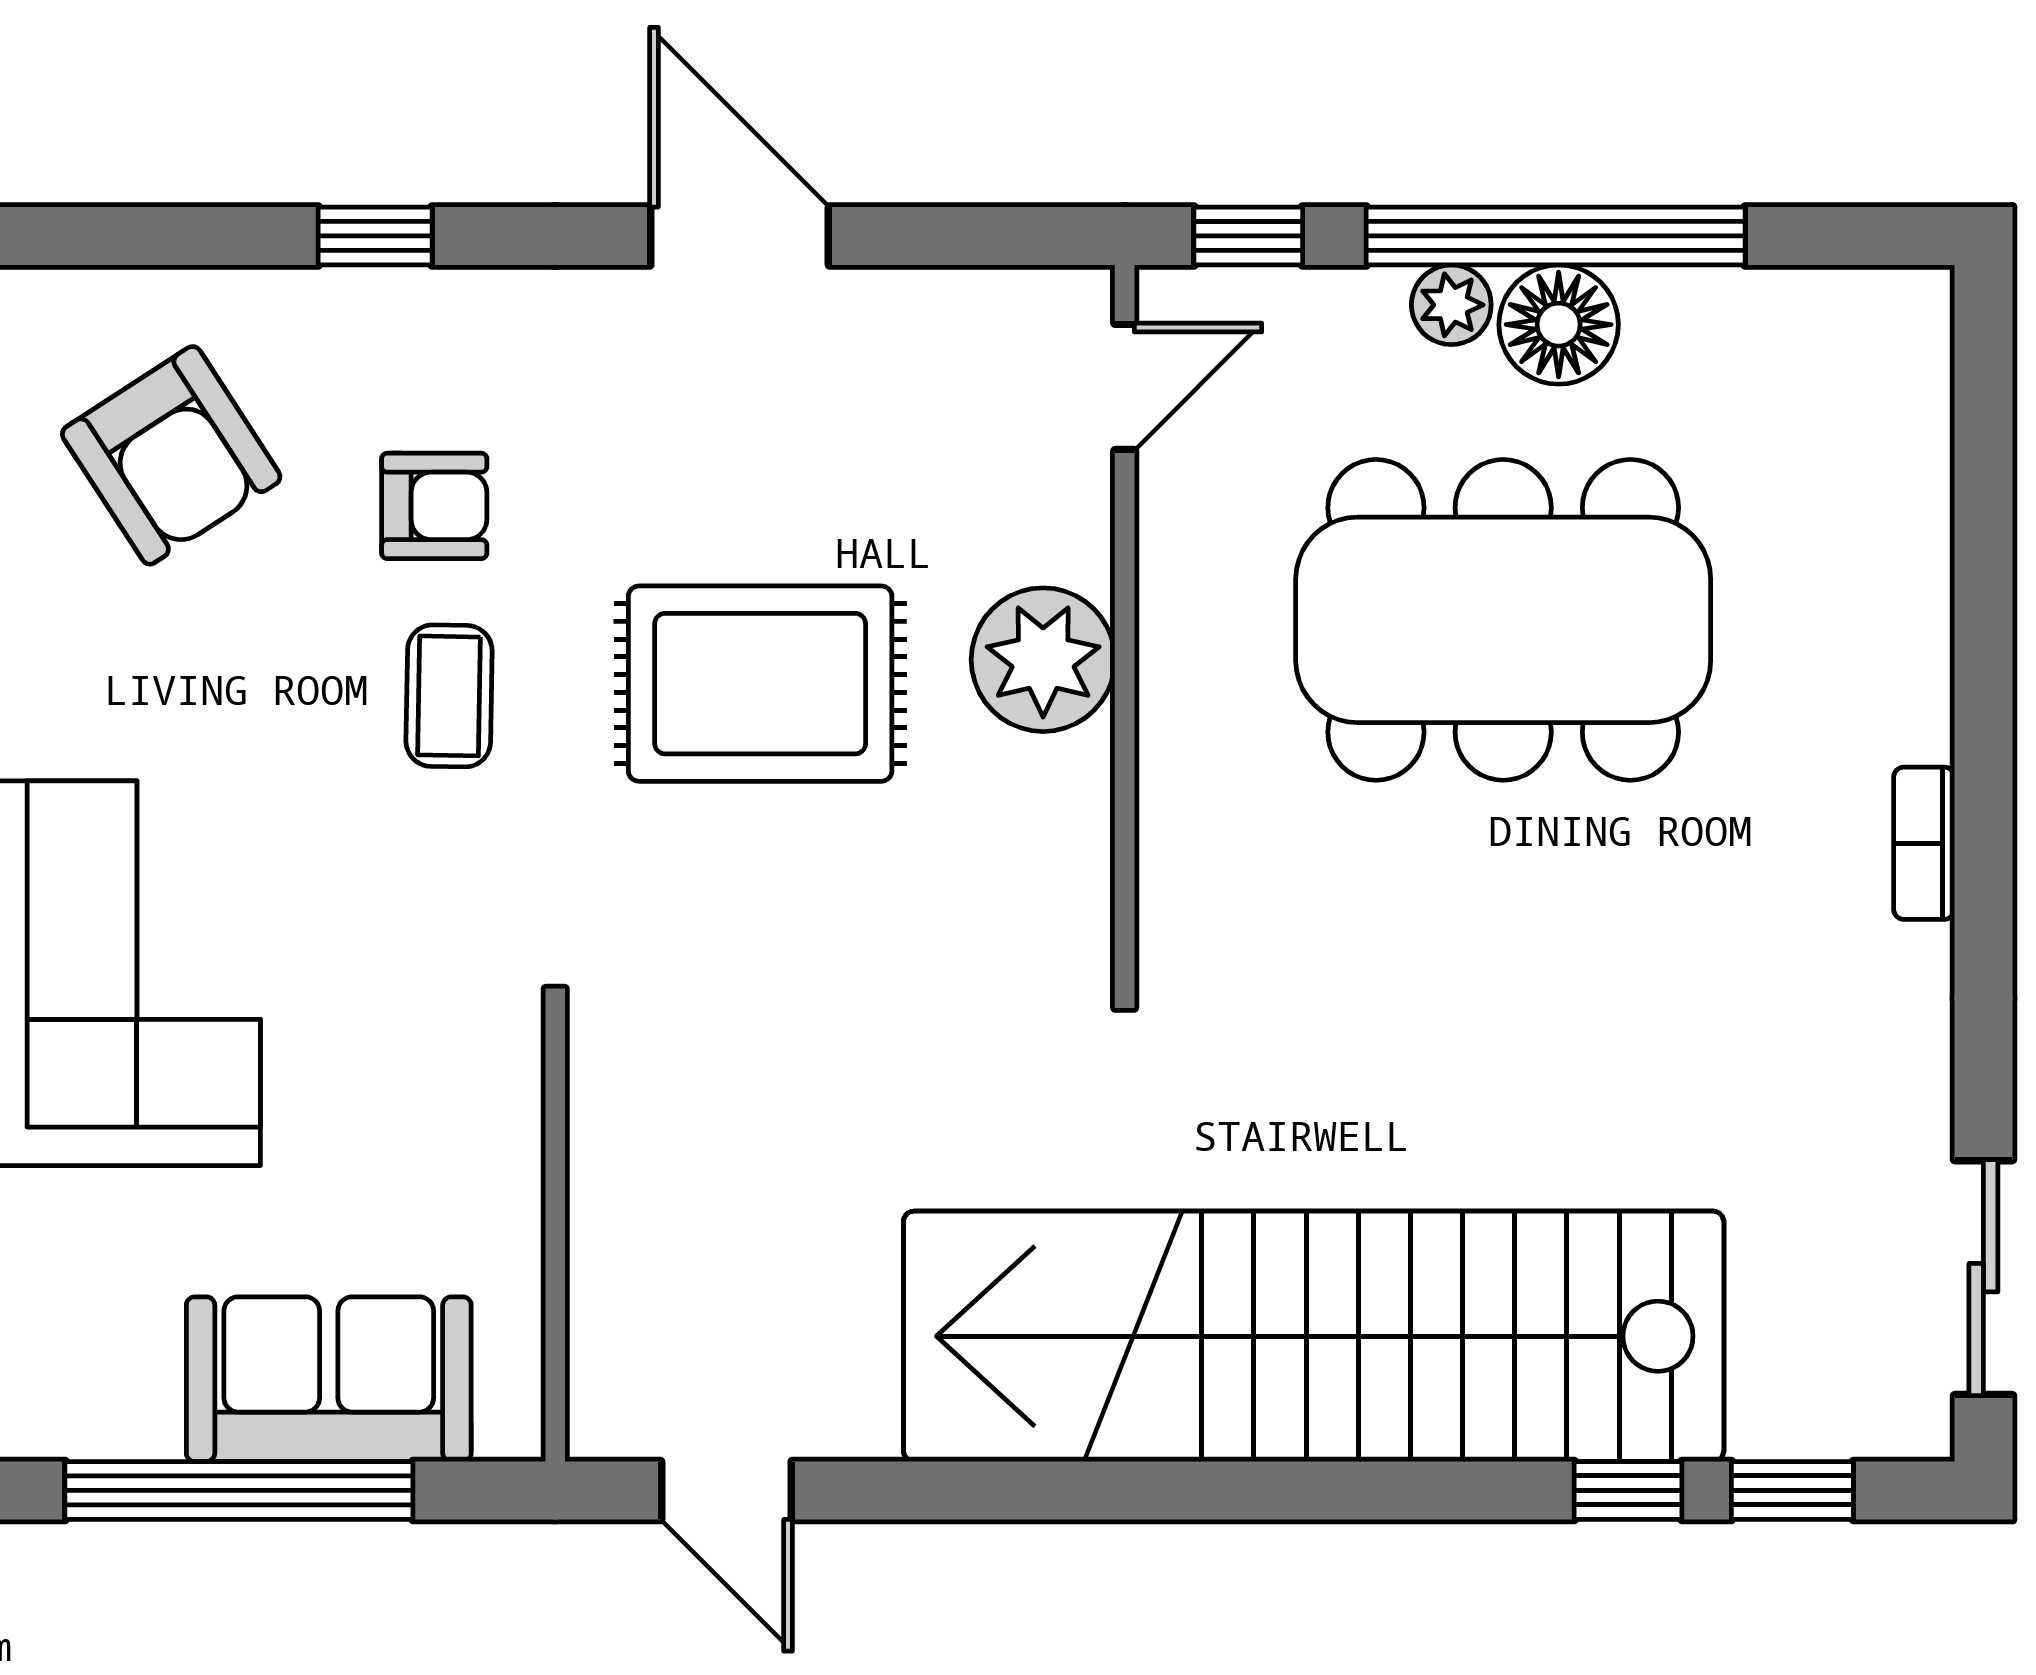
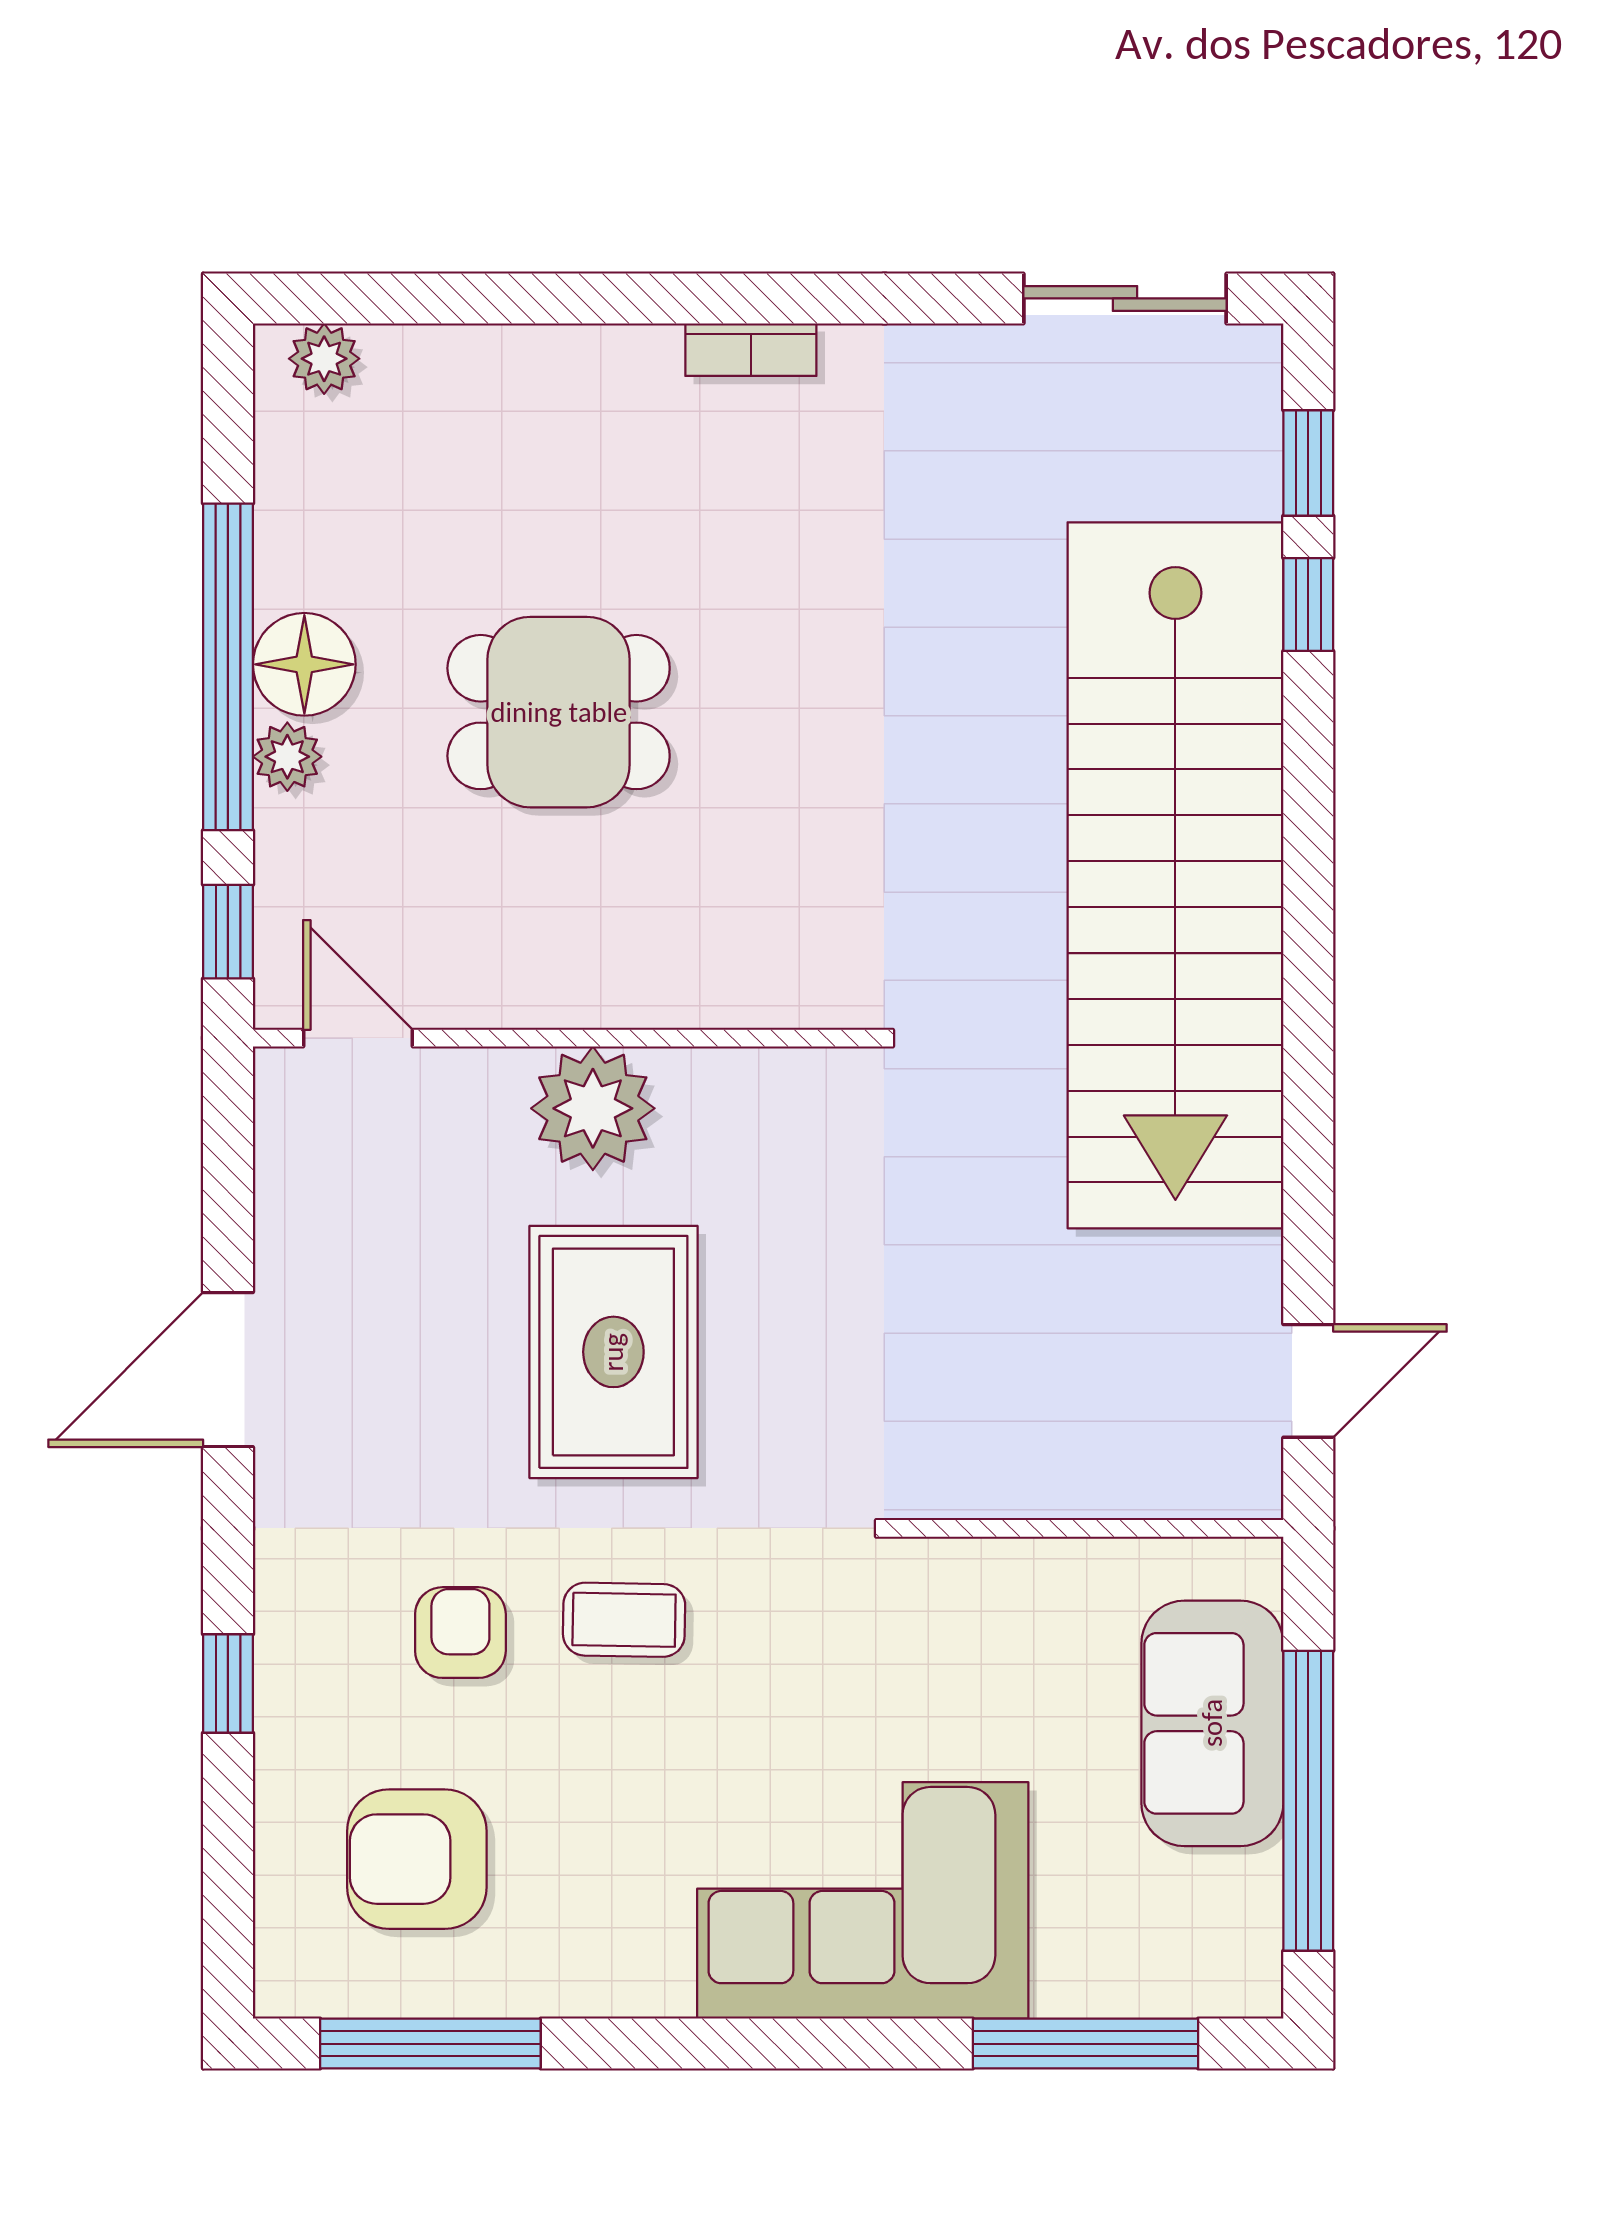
plant: (1914, 348) -> (324, 359), added
armchair: (171, 455) -> (417, 1859), turned -147
dining table: (1503, 620) -> (559, 712), width x0.53, depth x0.80

